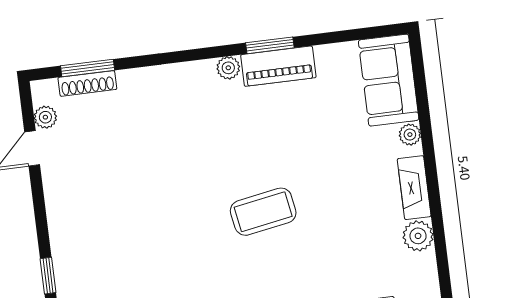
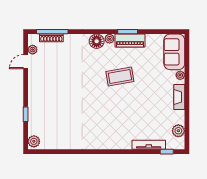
window: (88, 68) -> (52, 32), width x1.44
floor lamp: (198, 78) -> (97, 41), added
coffee table: (263, 212) -> (120, 76), moved
plant: (418, 236) -> (178, 131), moved

